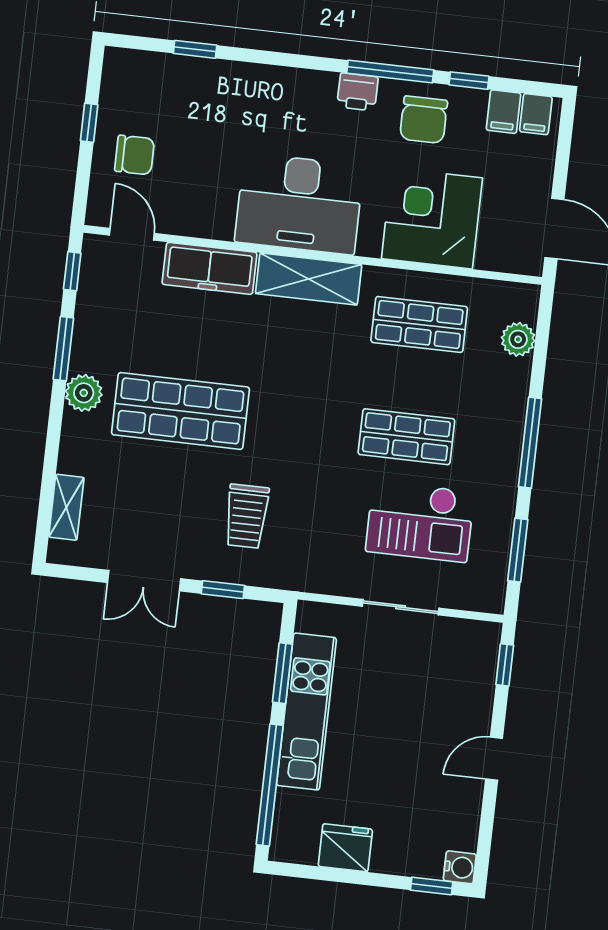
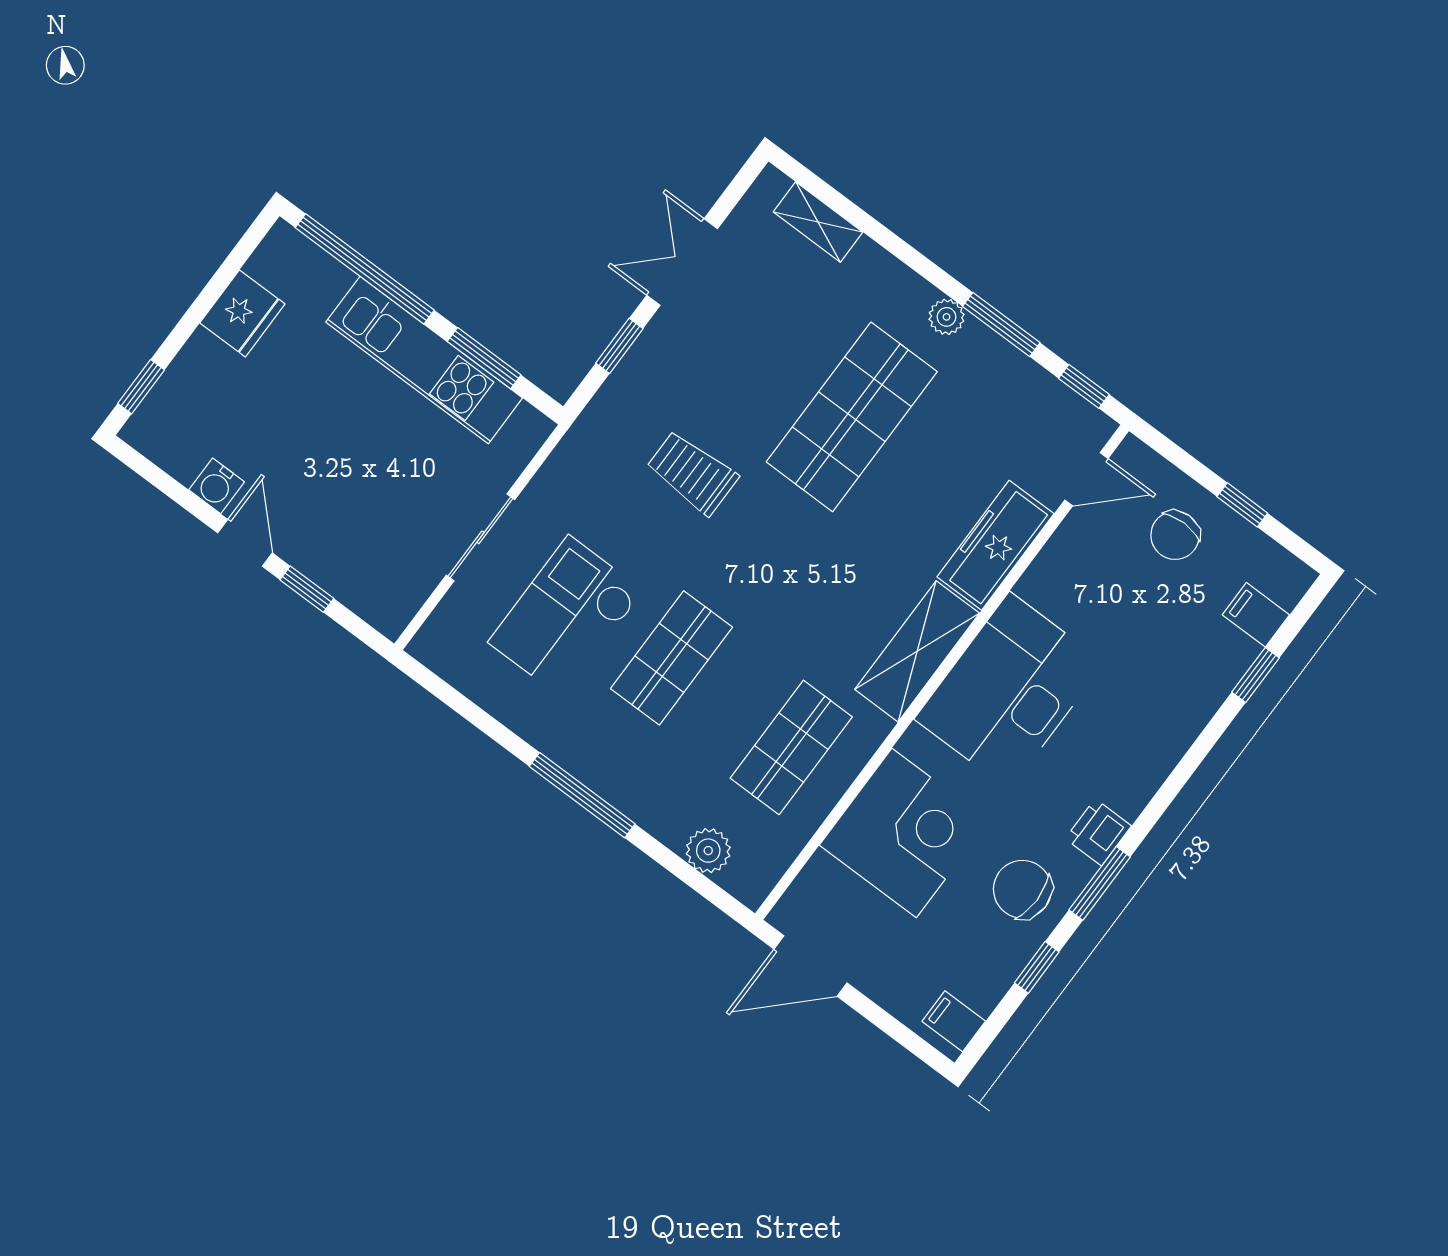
window: (390, 72) -> (1100, 883), width x0.69
filing cabinet: (504, 112) -> (1256, 615), moved
plant: (84, 393) -> (947, 317), width x0.73, depth x0.73
trolley: (247, 516) -> (692, 473), moved
window: (518, 550) -> (468, 709), removed
window: (505, 665) -> (307, 589), moved
water cooler: (460, 867) -> (217, 486), moved

